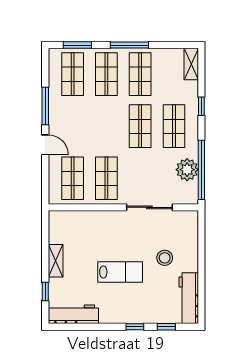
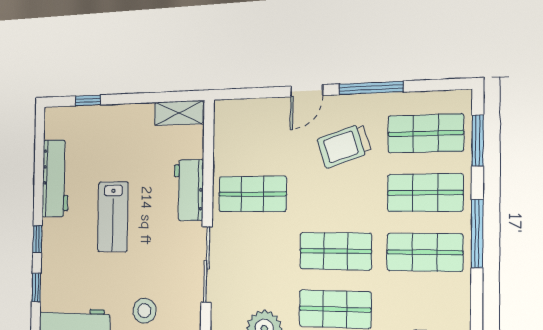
trolley: (79, 122) -> (344, 146), added
shop shelf: (73, 178) -> (253, 138), removed
workbench: (104, 220) -> (189, 190), added
stool: (165, 258) -> (144, 311), moved
shelving: (56, 261) -> (179, 113), moved
workbench: (73, 314) -> (55, 178), moved

